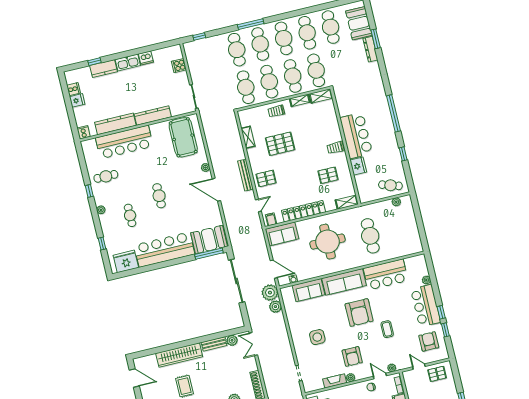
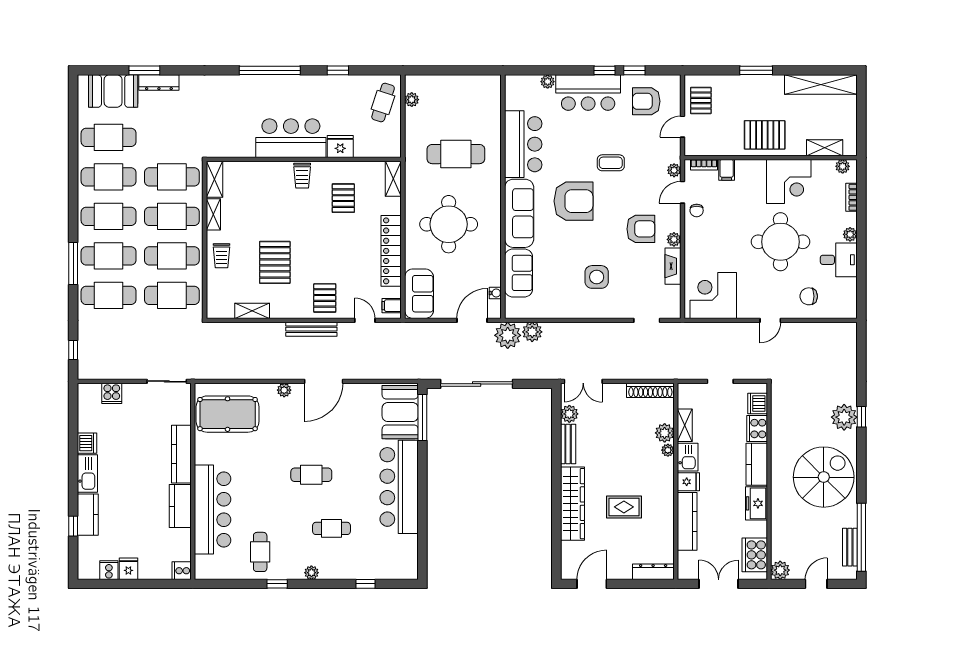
kitchen counter: (115, 124) -> (180, 506), width x0.67
fridge: (126, 261) -> (403, 553), removed

